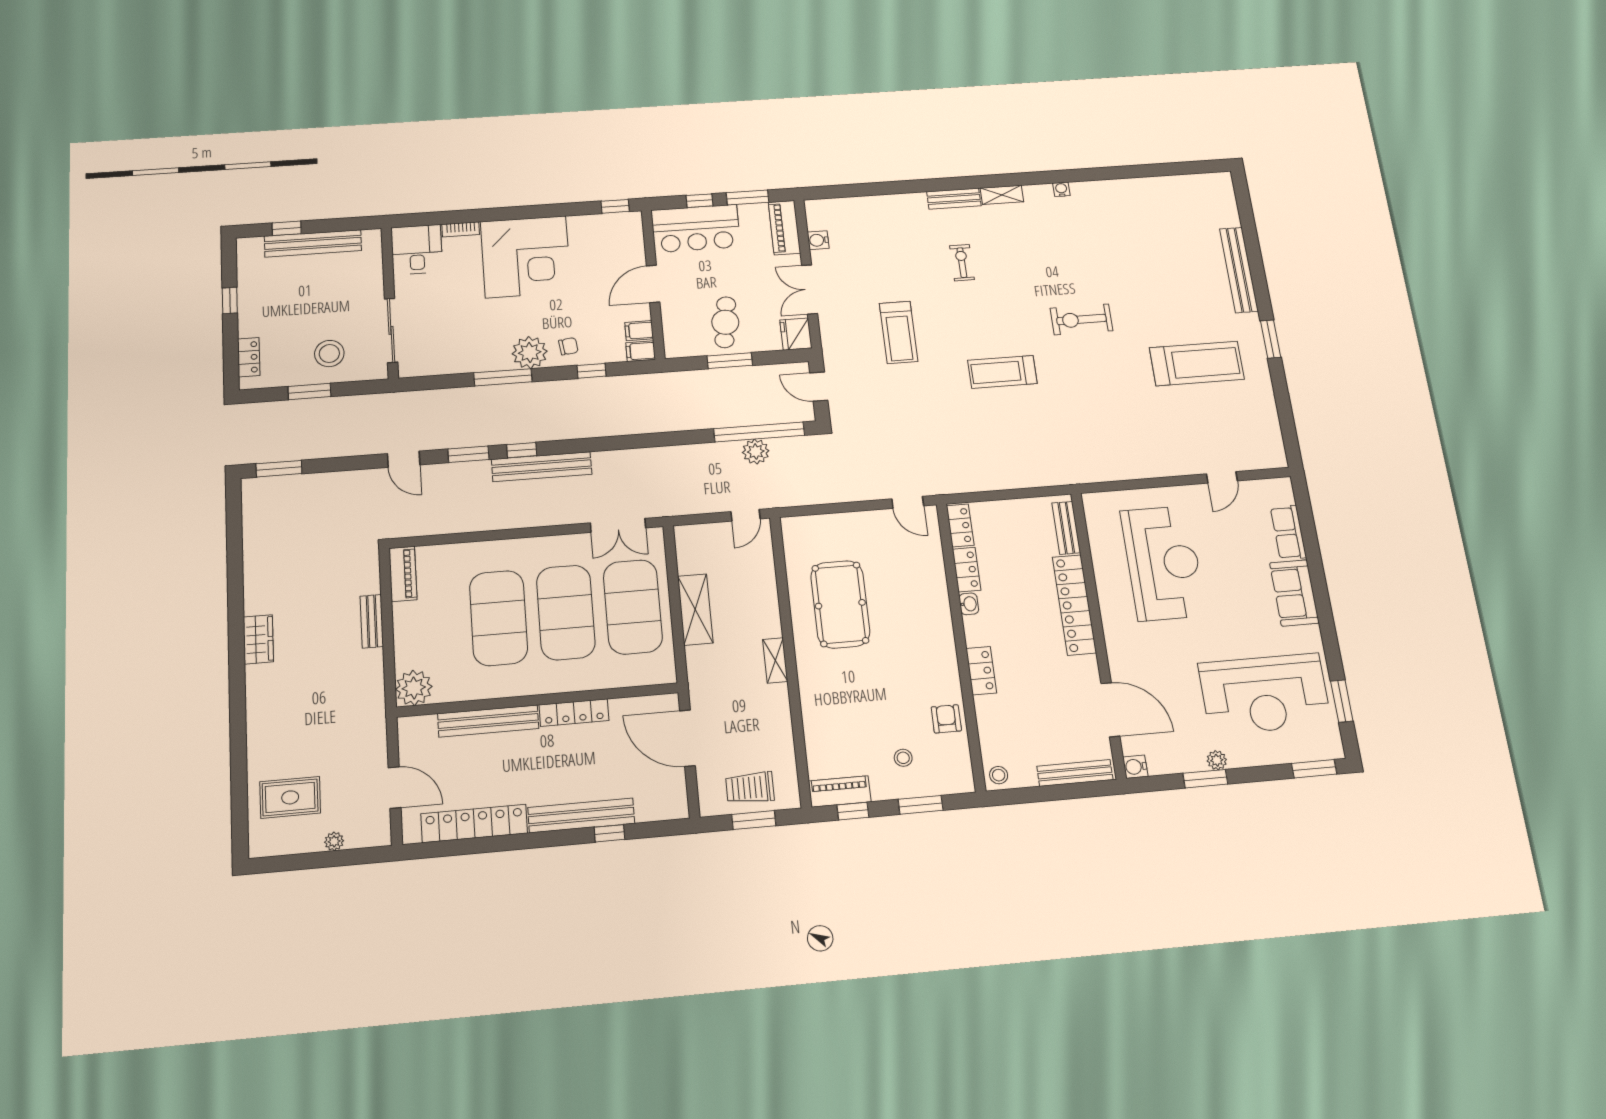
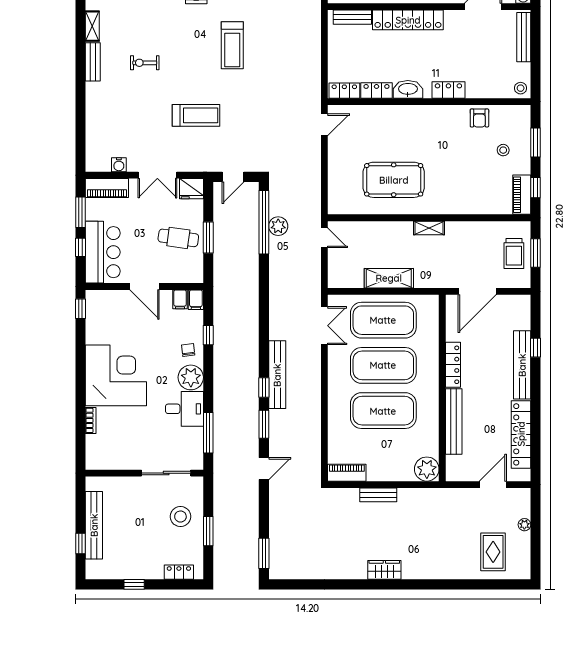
desk: (417, 249) -> (184, 409), moved, turned 180
window: (503, 377) -> (208, 433), moved
washbasin: (969, 604) -> (408, 89), width x1.91, depth x1.45
armchair: (946, 719) -> (479, 118), turned -90

